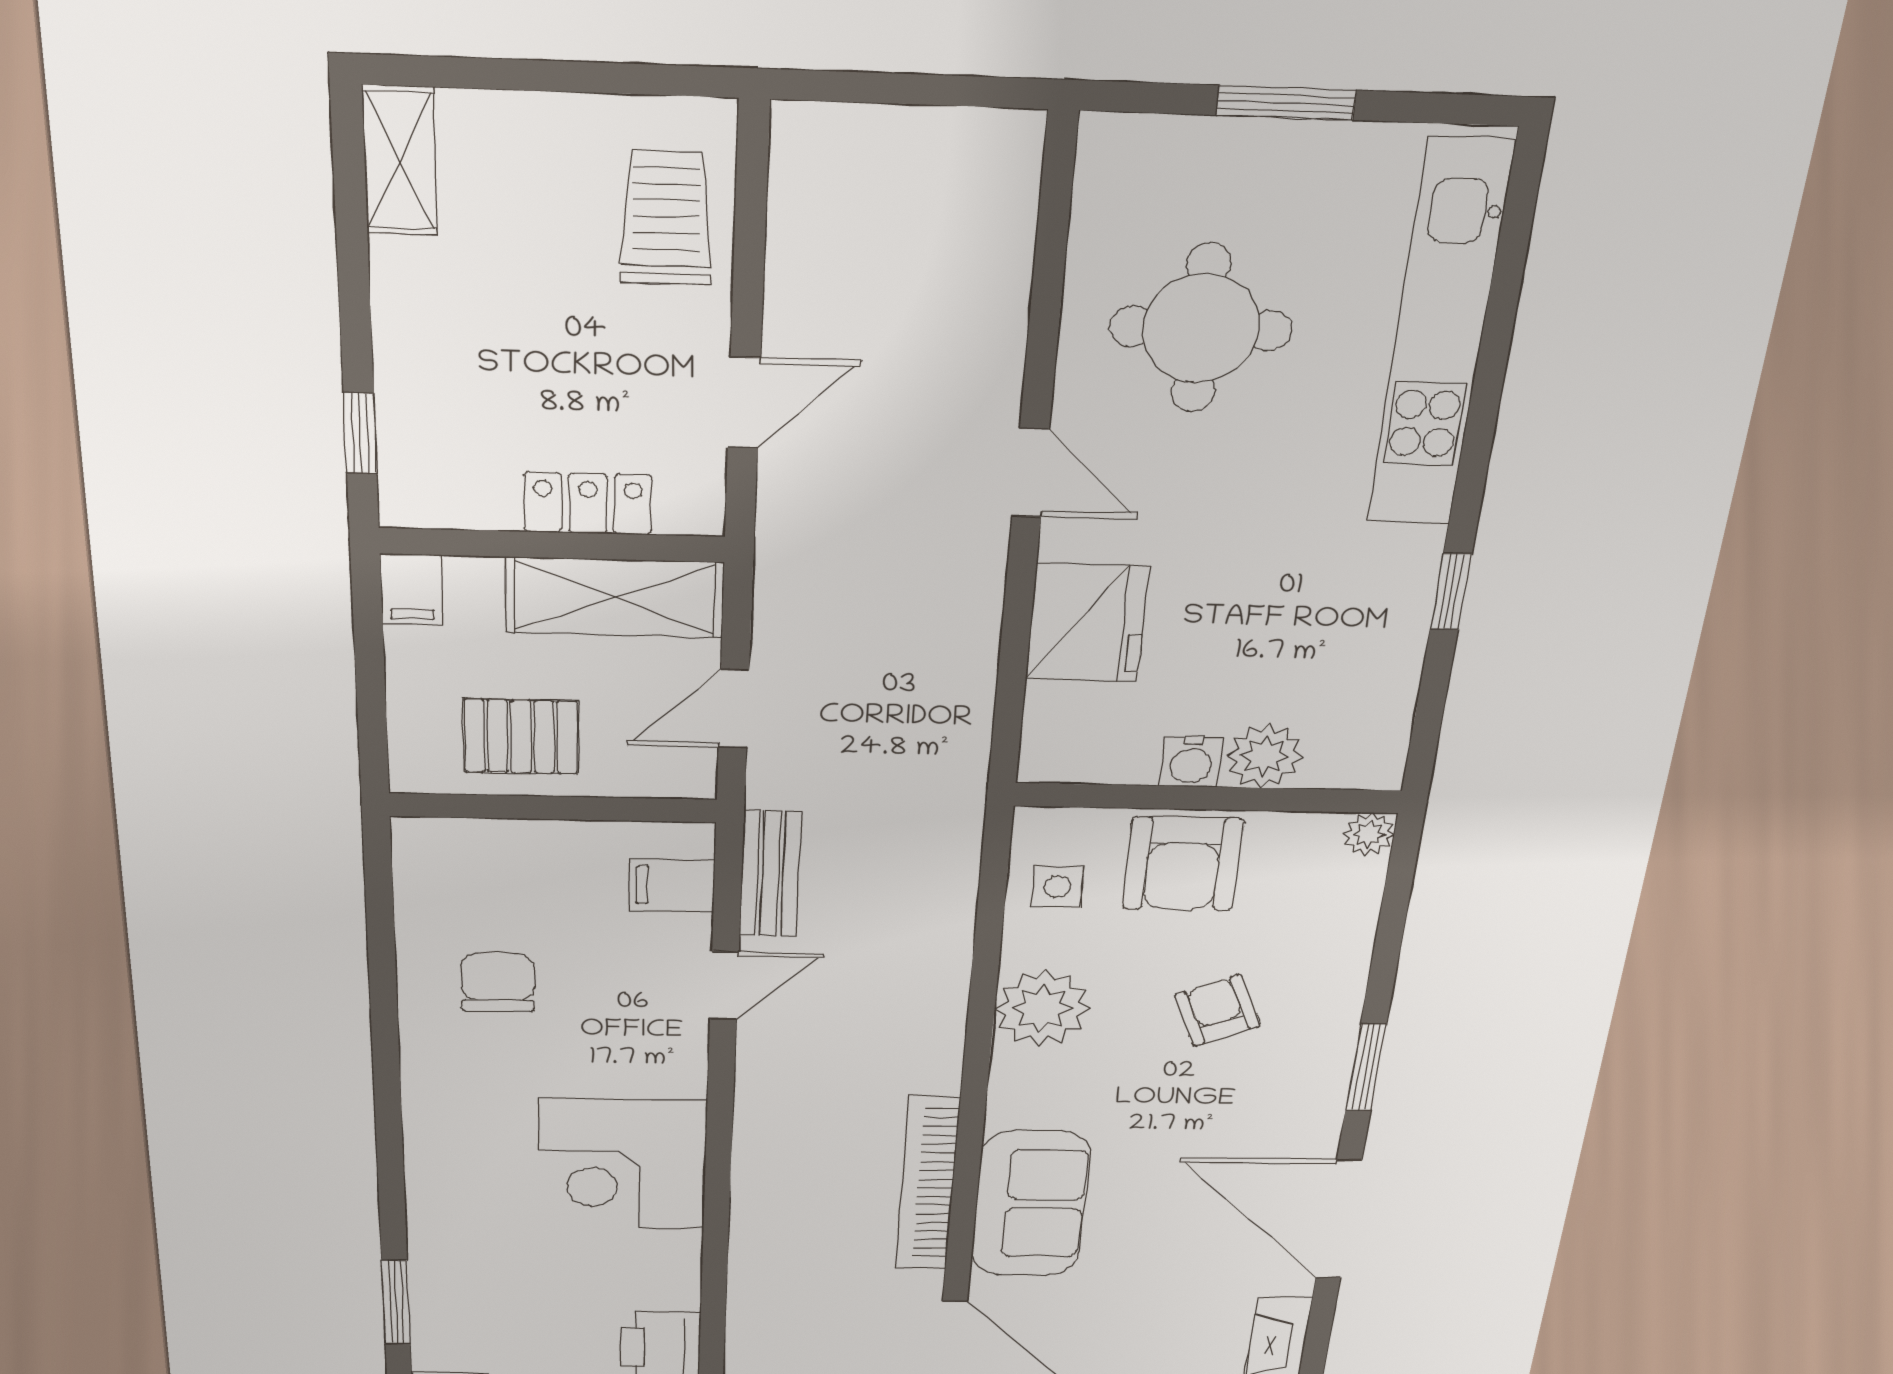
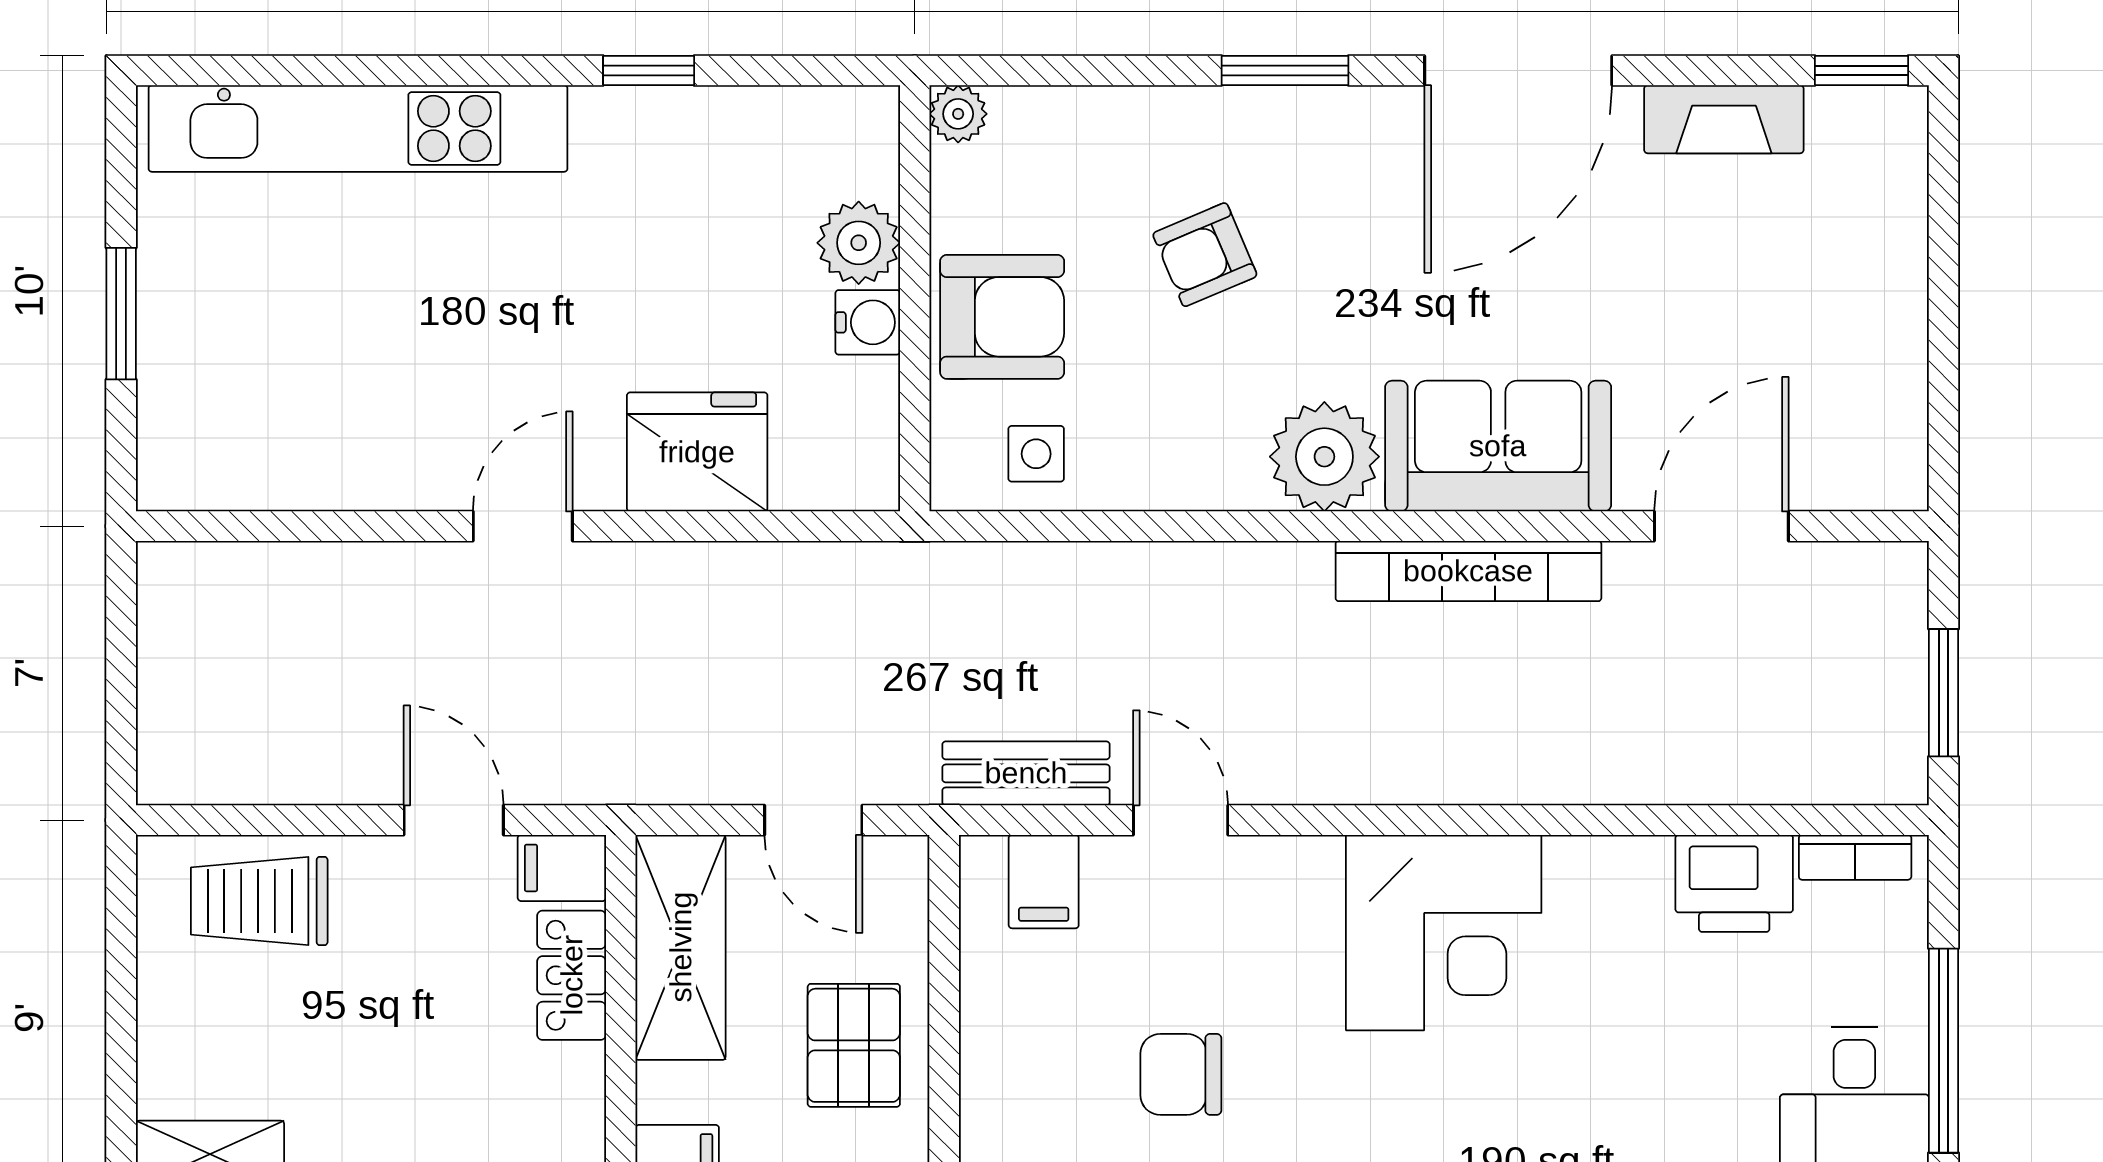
round table: (1201, 328) -> (357, 369), removed
filing cabinet: (694, 498) -> (562, 868), added
plant: (1042, 1009) -> (1324, 457), moved

